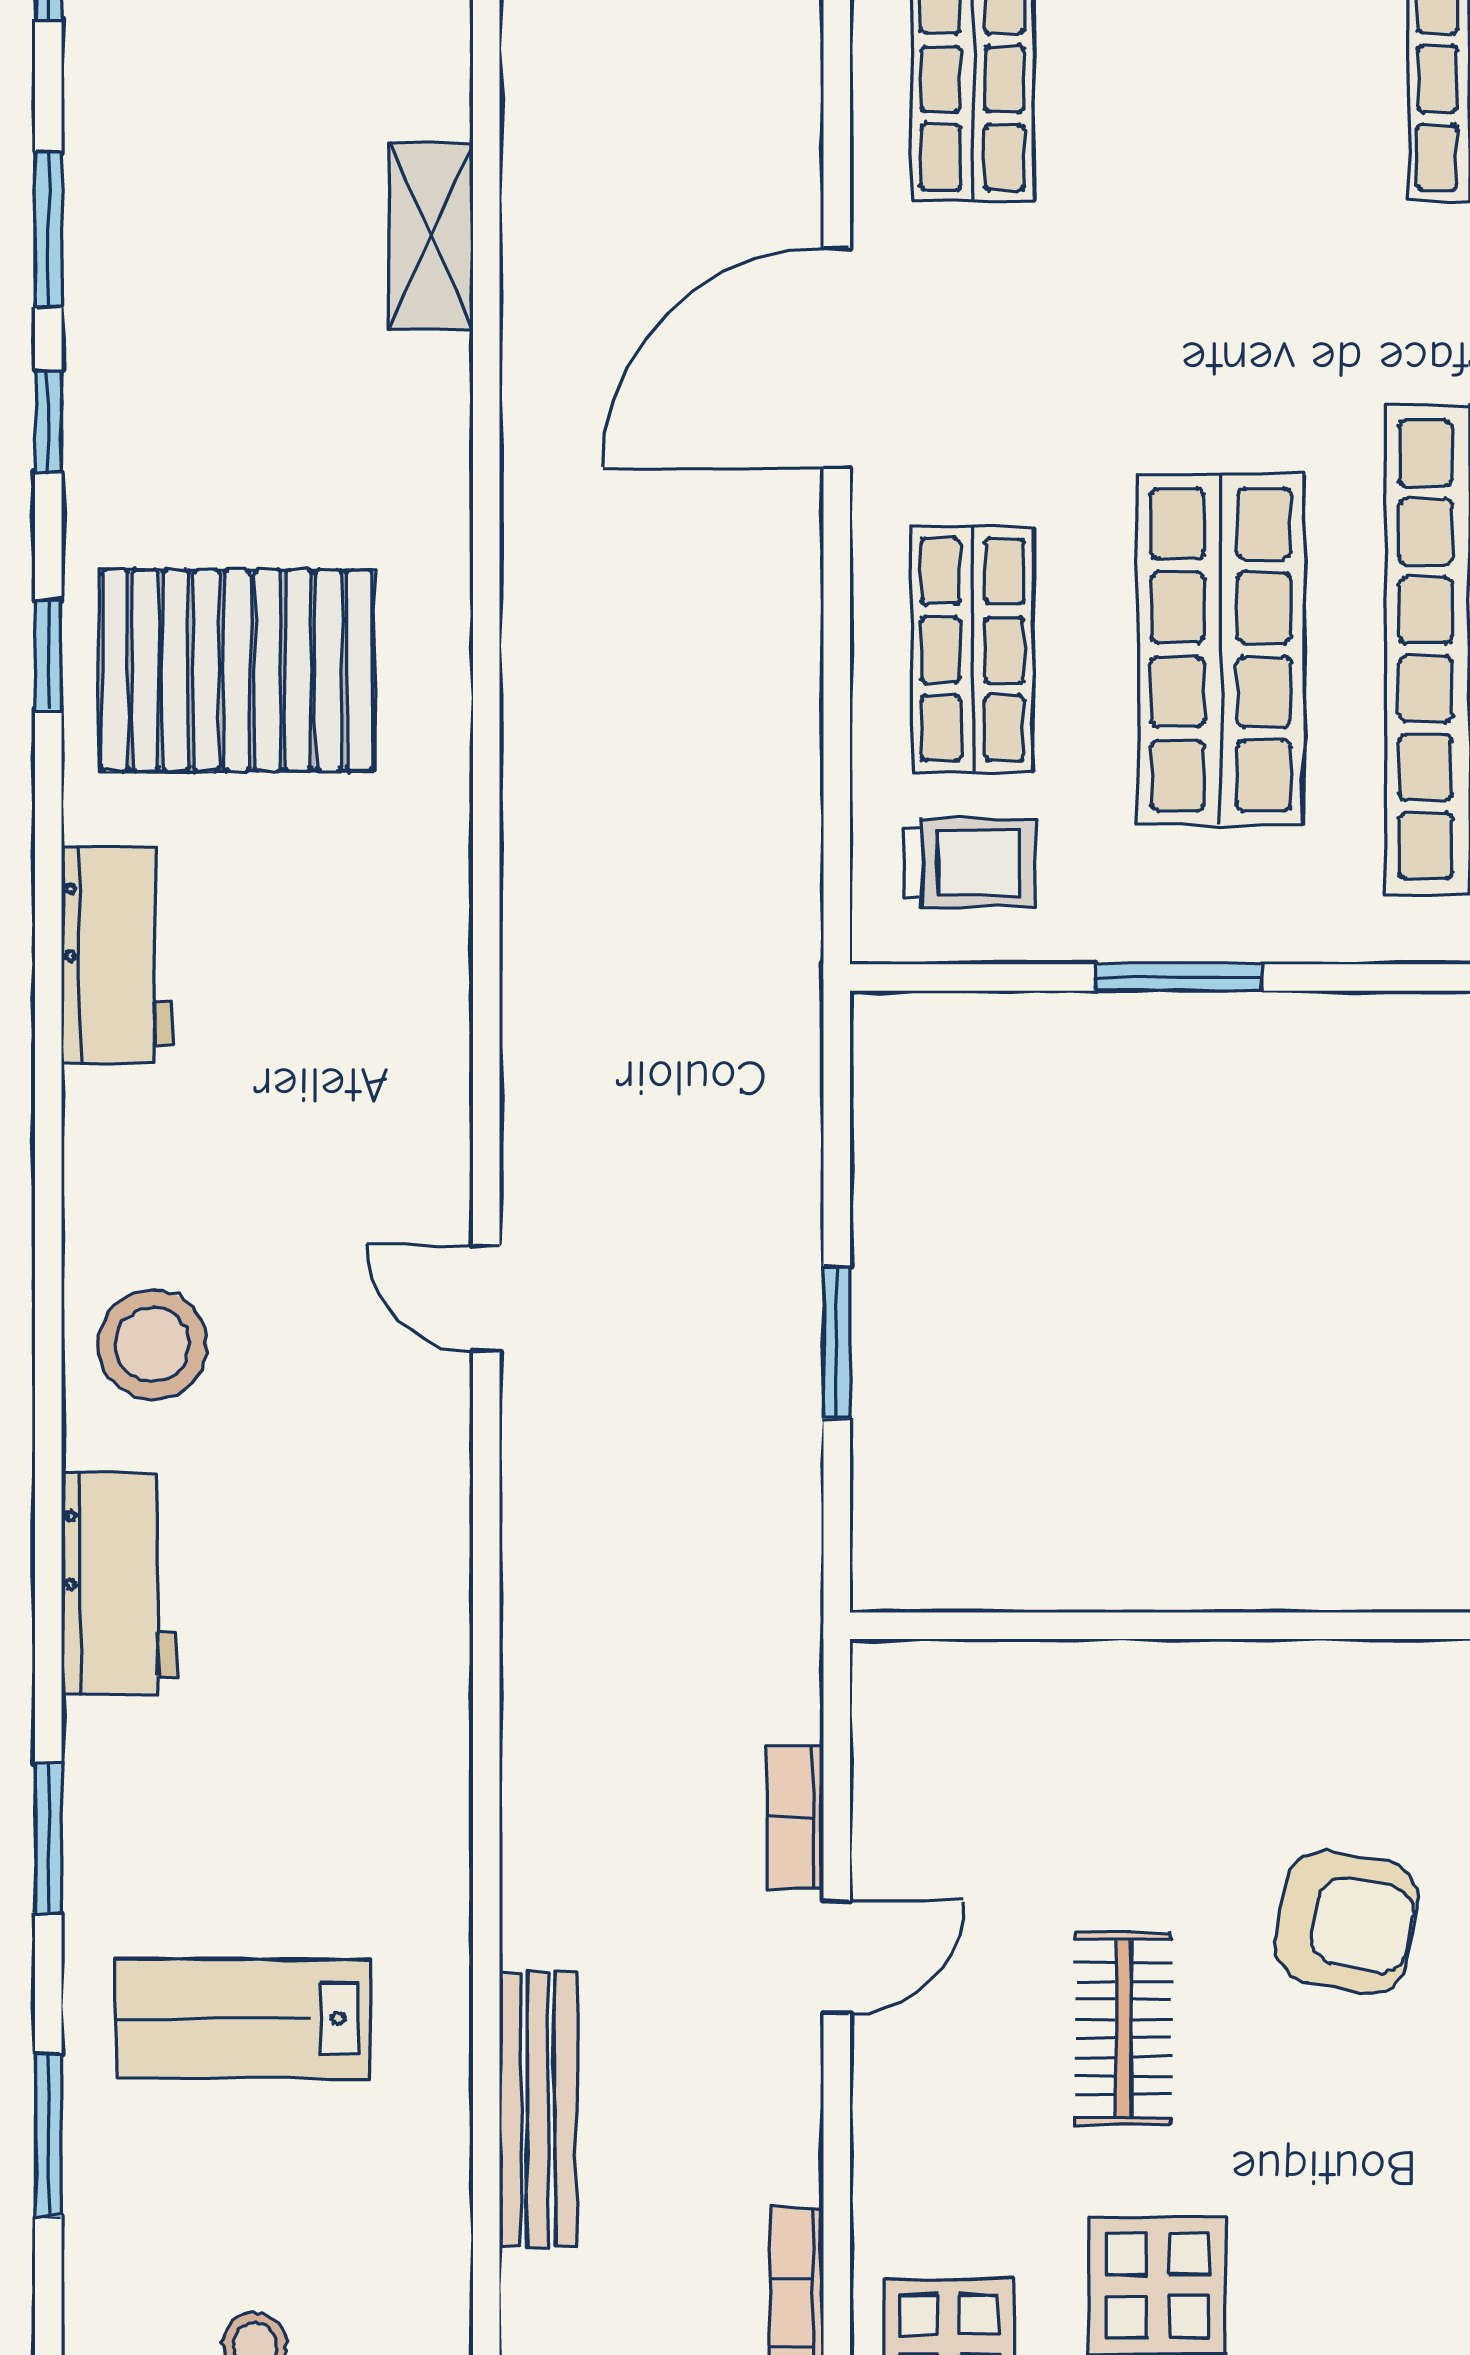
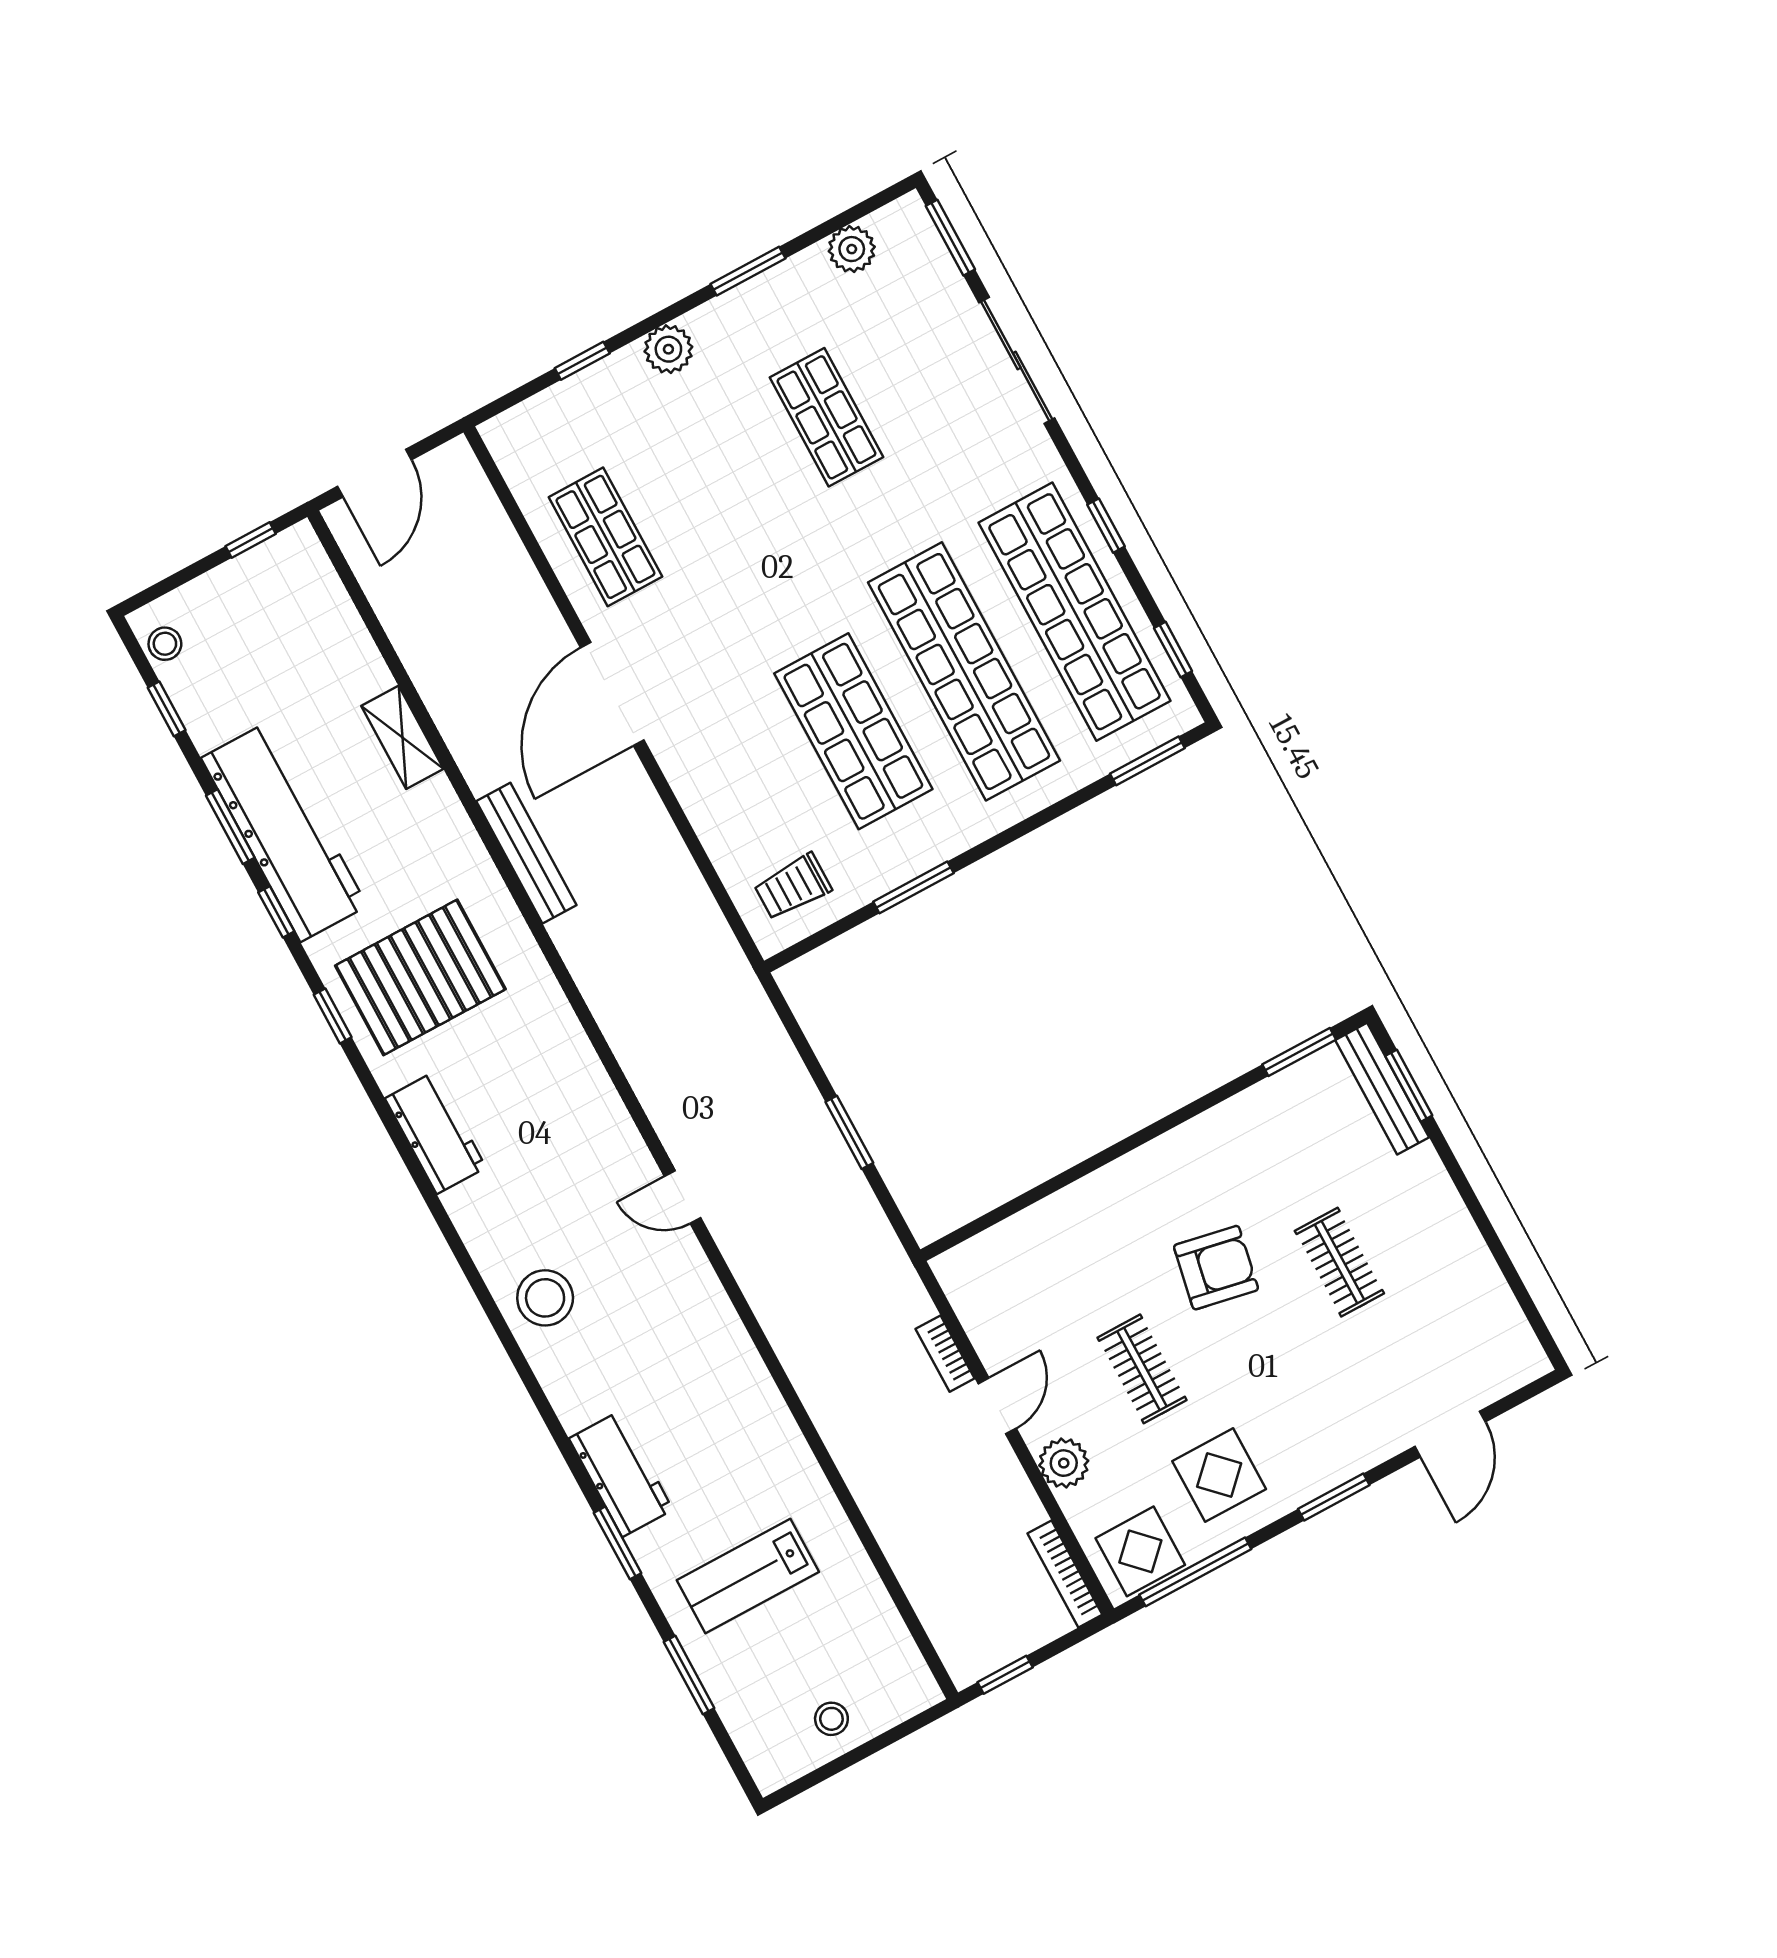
workbench: (137, 290) -> (284, 832), added
shop shelf: (973, 650) -> (743, 791), removed
trolley: (969, 863) -> (793, 887), turned 180
workbench: (119, 1584) -> (621, 1474), moved
bench: (538, 2109) -> (526, 853), moved
plant: (899, 2119) -> (1064, 1463), added

